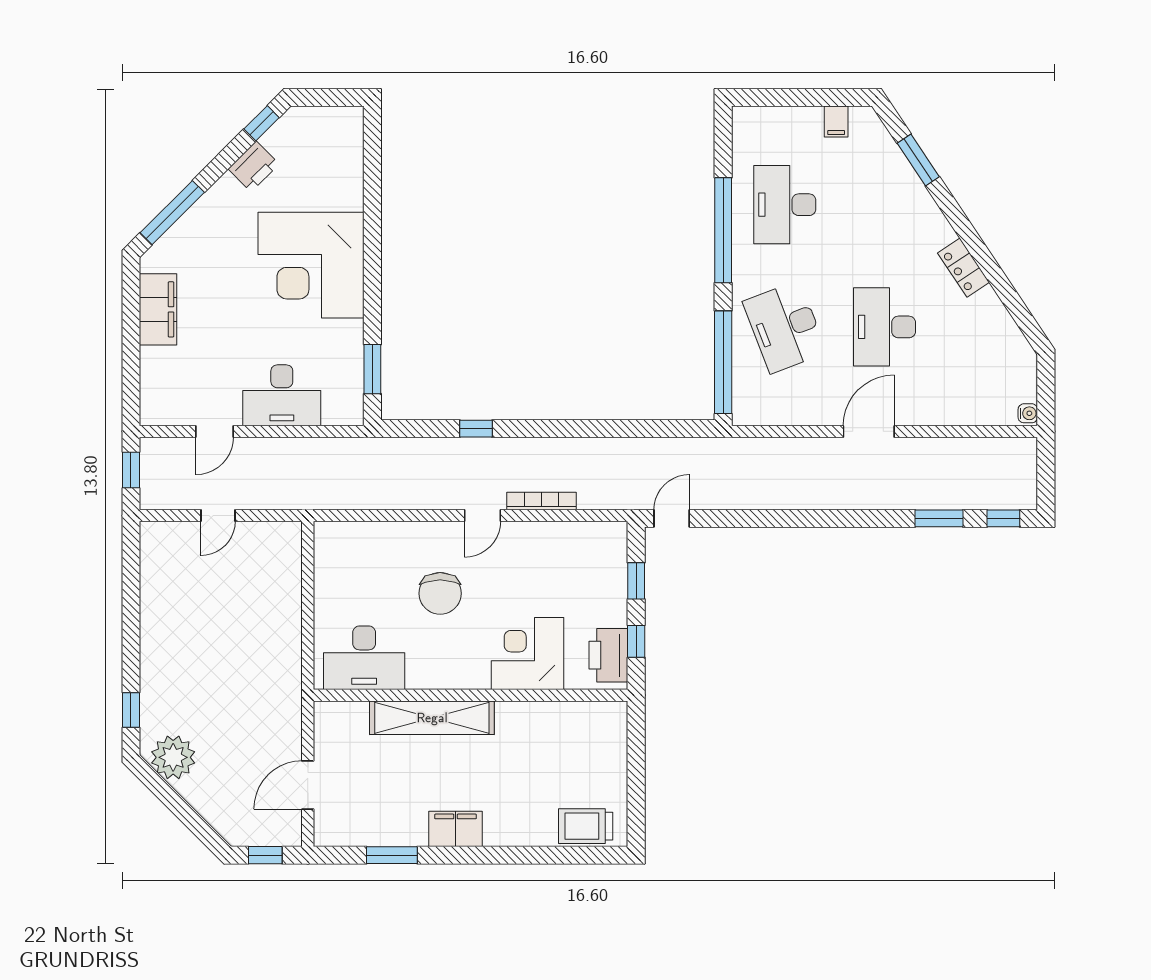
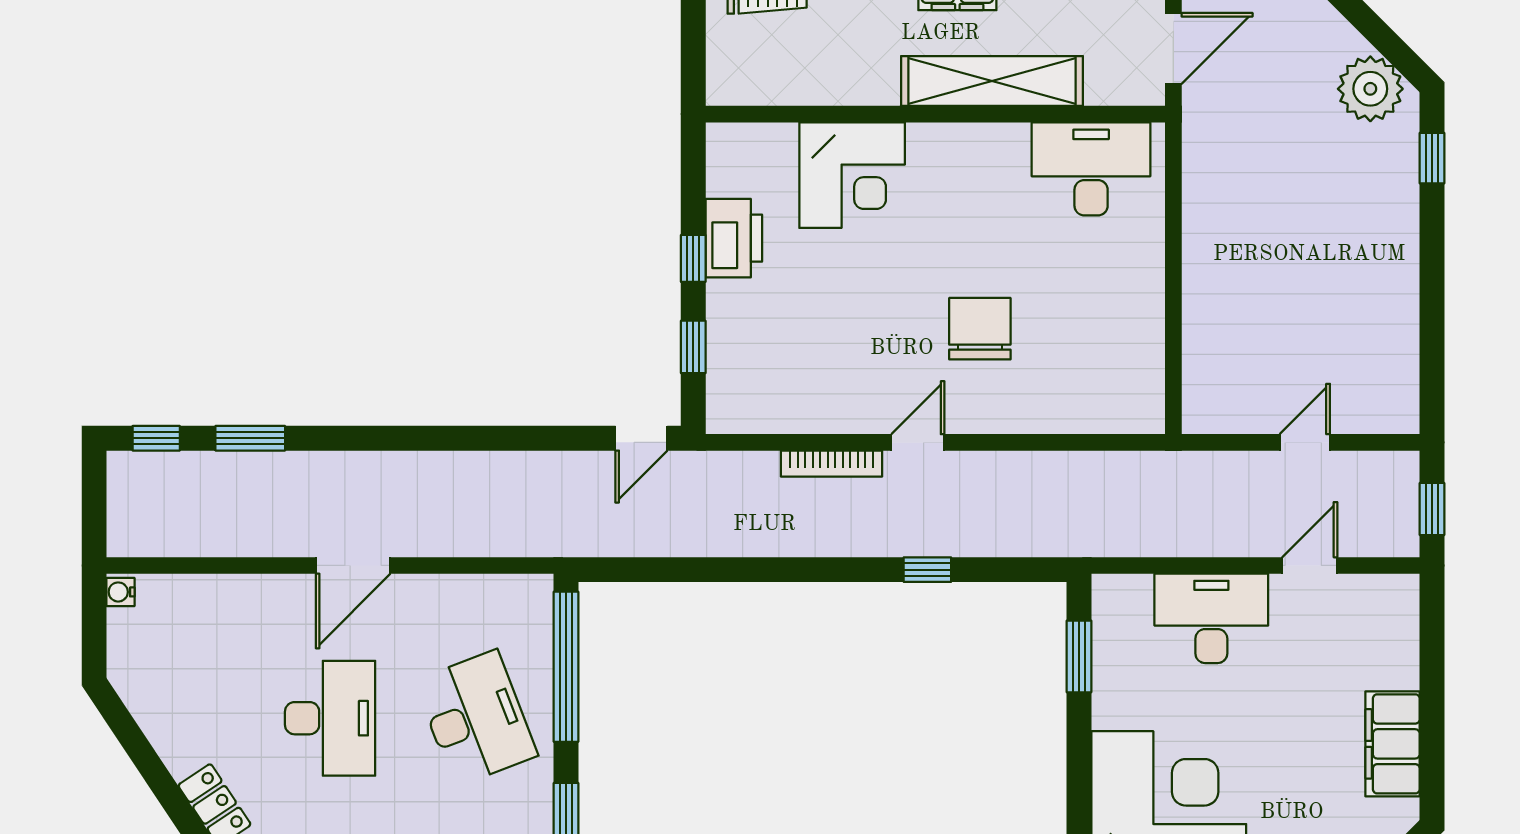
corner desk: (528, 653) -> (852, 175), moved
desk: (364, 658) -> (1091, 169), moved
wall: (471, 695) -> (935, 114), moved
shelving: (432, 718) -> (992, 81), moved

